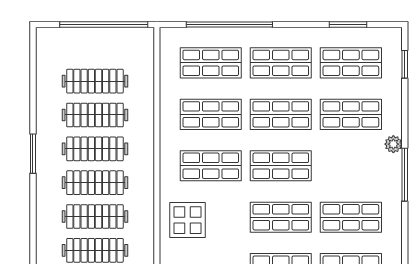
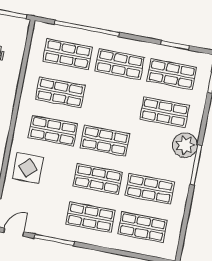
shop shelf: (281, 114) -> (112, 102), removed
plant: (393, 144) -> (185, 145), width x1.88, depth x1.88

